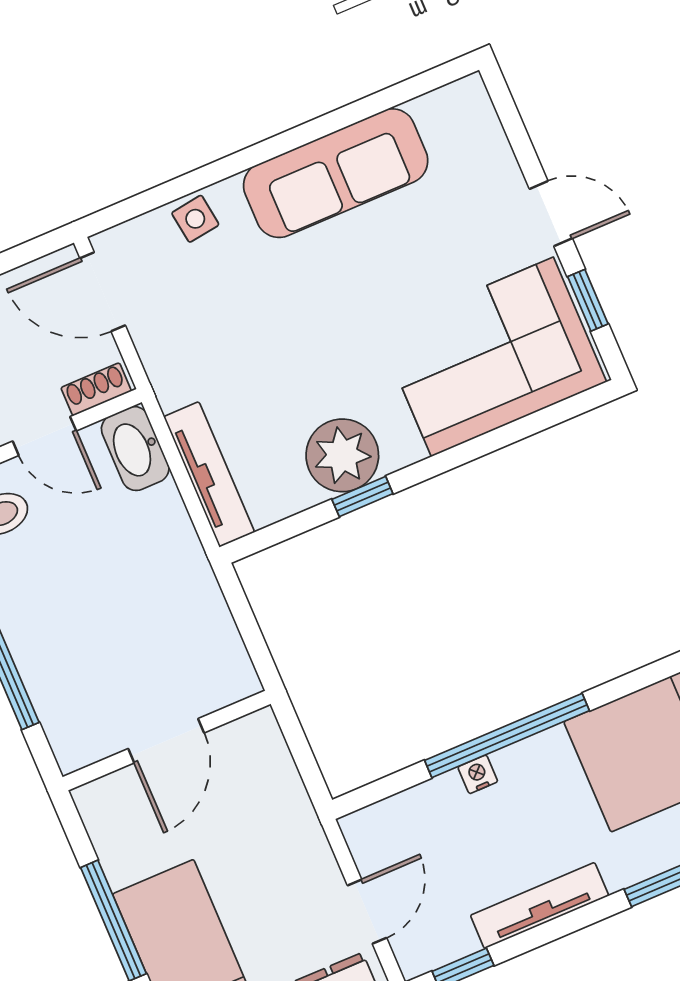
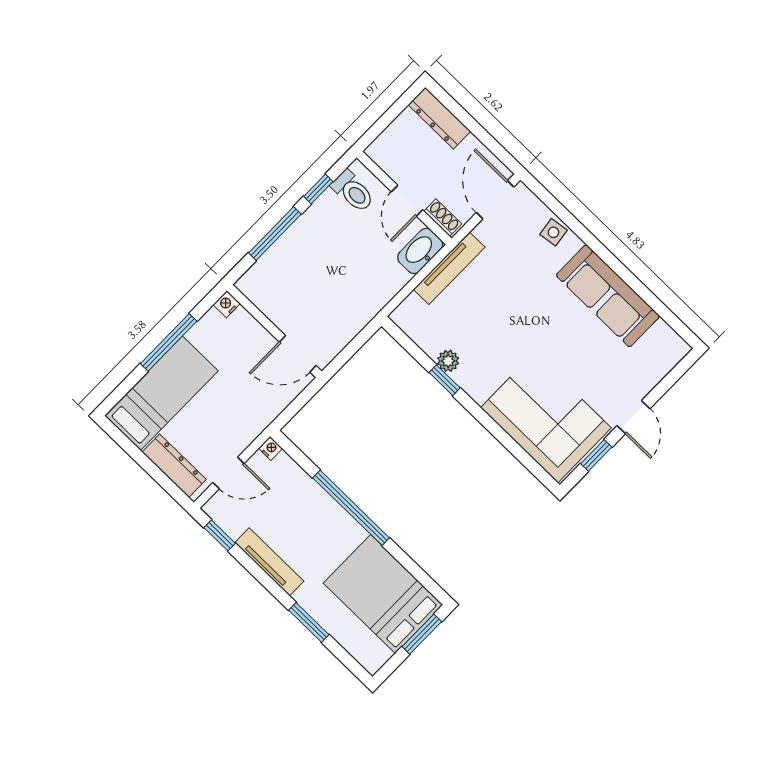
plant: (342, 455) -> (448, 361), width x0.53, depth x0.53
tv unit: (209, 474) -> (449, 268), moved
door: (166, 741) -> (298, 354), moved
nightstand: (478, 774) -> (270, 448), moved
nightstand: (90, 800) -> (227, 304), added

